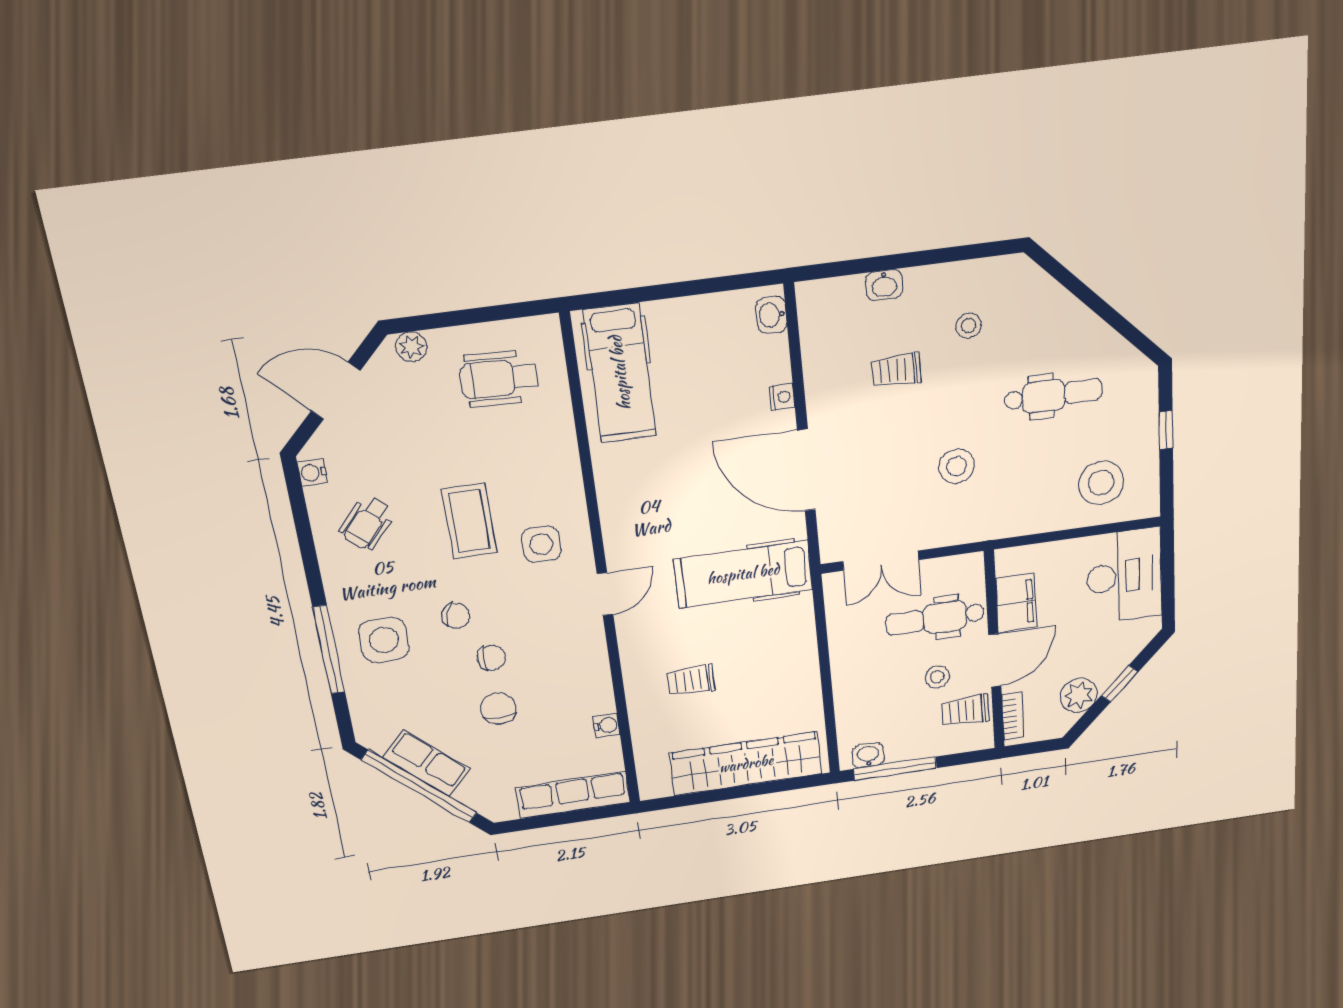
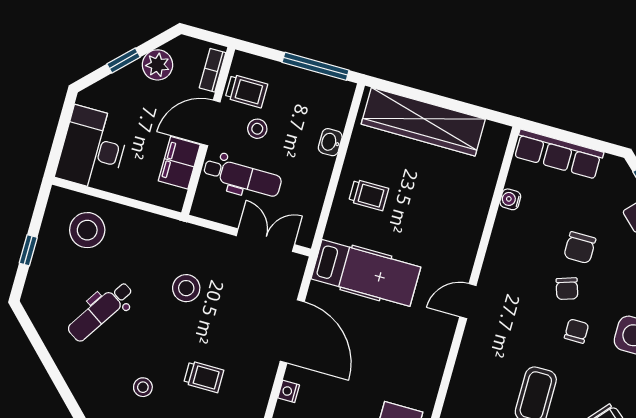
dental chair: (1053, 395) -> (100, 311), turned -57
side table: (541, 544) -> (495, 358), removed
chair: (456, 616) -> (577, 331), turned 68
chair: (491, 658) -> (567, 289), turned -108
trolley: (691, 680) -> (369, 195), moved
washbasin: (868, 755) -> (330, 142), moved, turned 90

